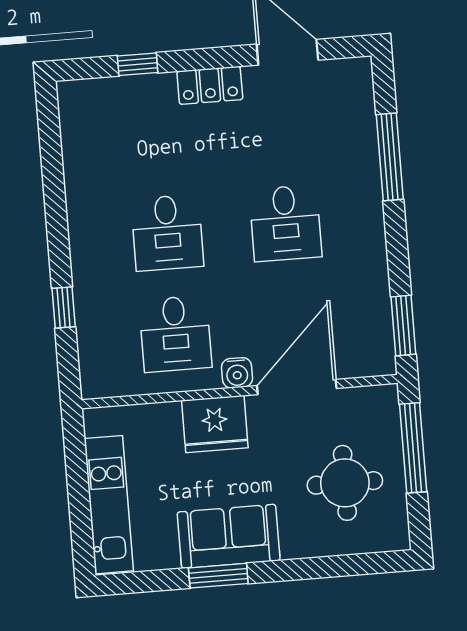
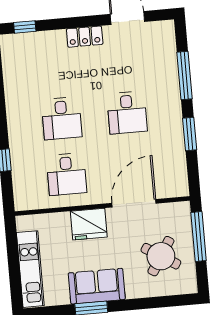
window: (138, 64) -> (25, 27), moved
window: (403, 326) -> (190, 134), moved
water cooler: (237, 373) -> (101, 196), removed
round table: (345, 483) -> (161, 256), turned 32

